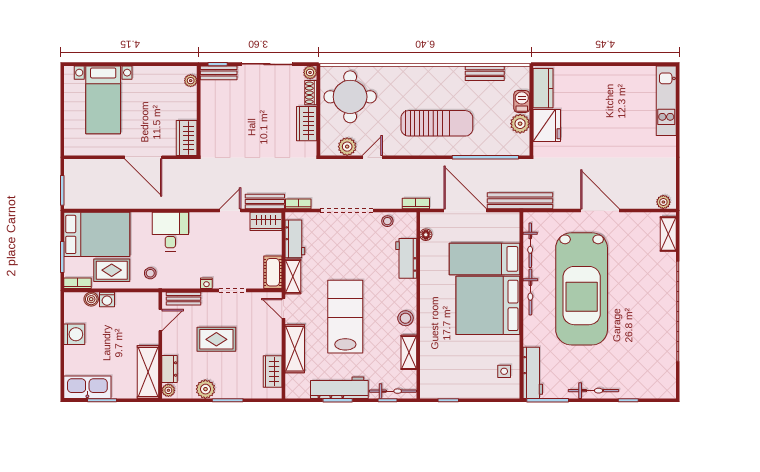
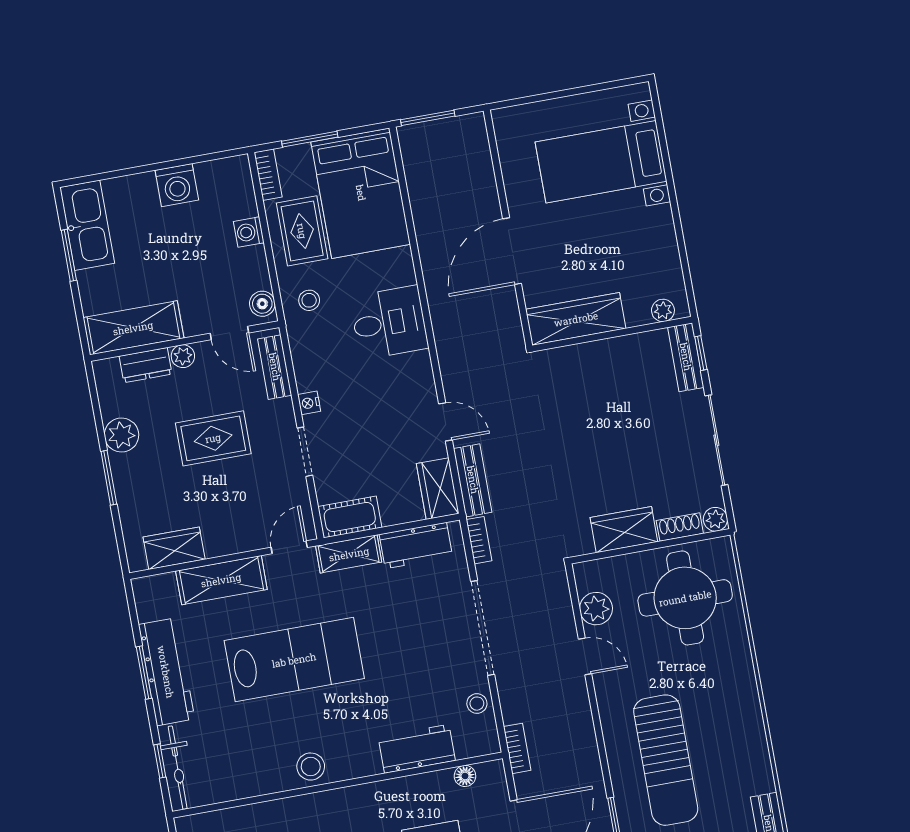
wardrobe: (187, 138) -> (576, 319), width x1.50
boiler: (91, 299) -> (262, 304), moved
rug: (216, 339) -> (213, 438), turned 90
shelving: (409, 352) -> (251, 783), removed
plant: (168, 390) -> (183, 356), moved

